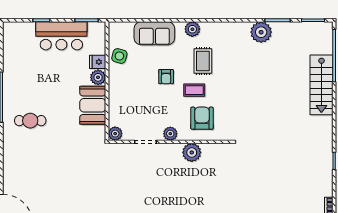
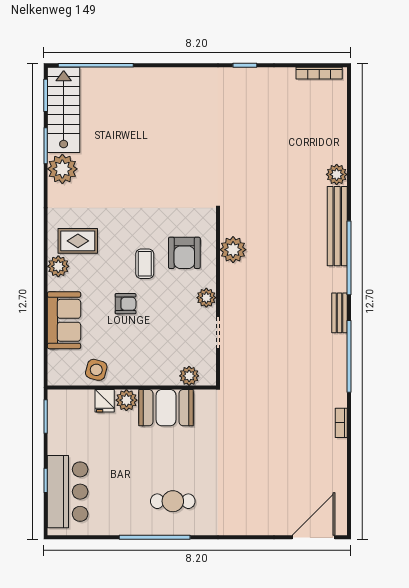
bar counter: (61, 36) -> (68, 492), moved
rug: (203, 61) -> (78, 241), moved
stairs: (321, 85) -> (64, 110), moved, turned -90
armchair: (202, 118) -> (184, 253), turned -90
cafe table: (30, 121) -> (173, 501), moved, turned 90
plant: (115, 134) -> (189, 376), moved
plant: (192, 152) -> (233, 250), moved

